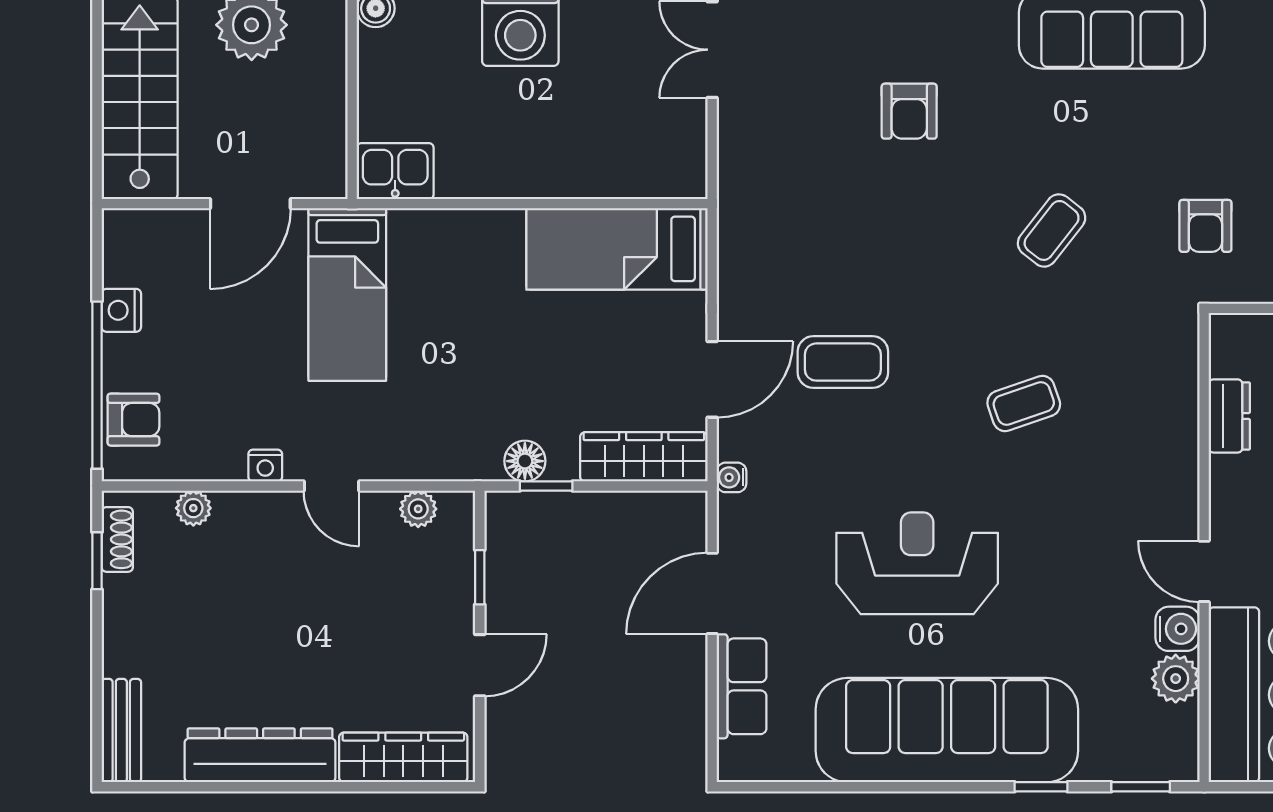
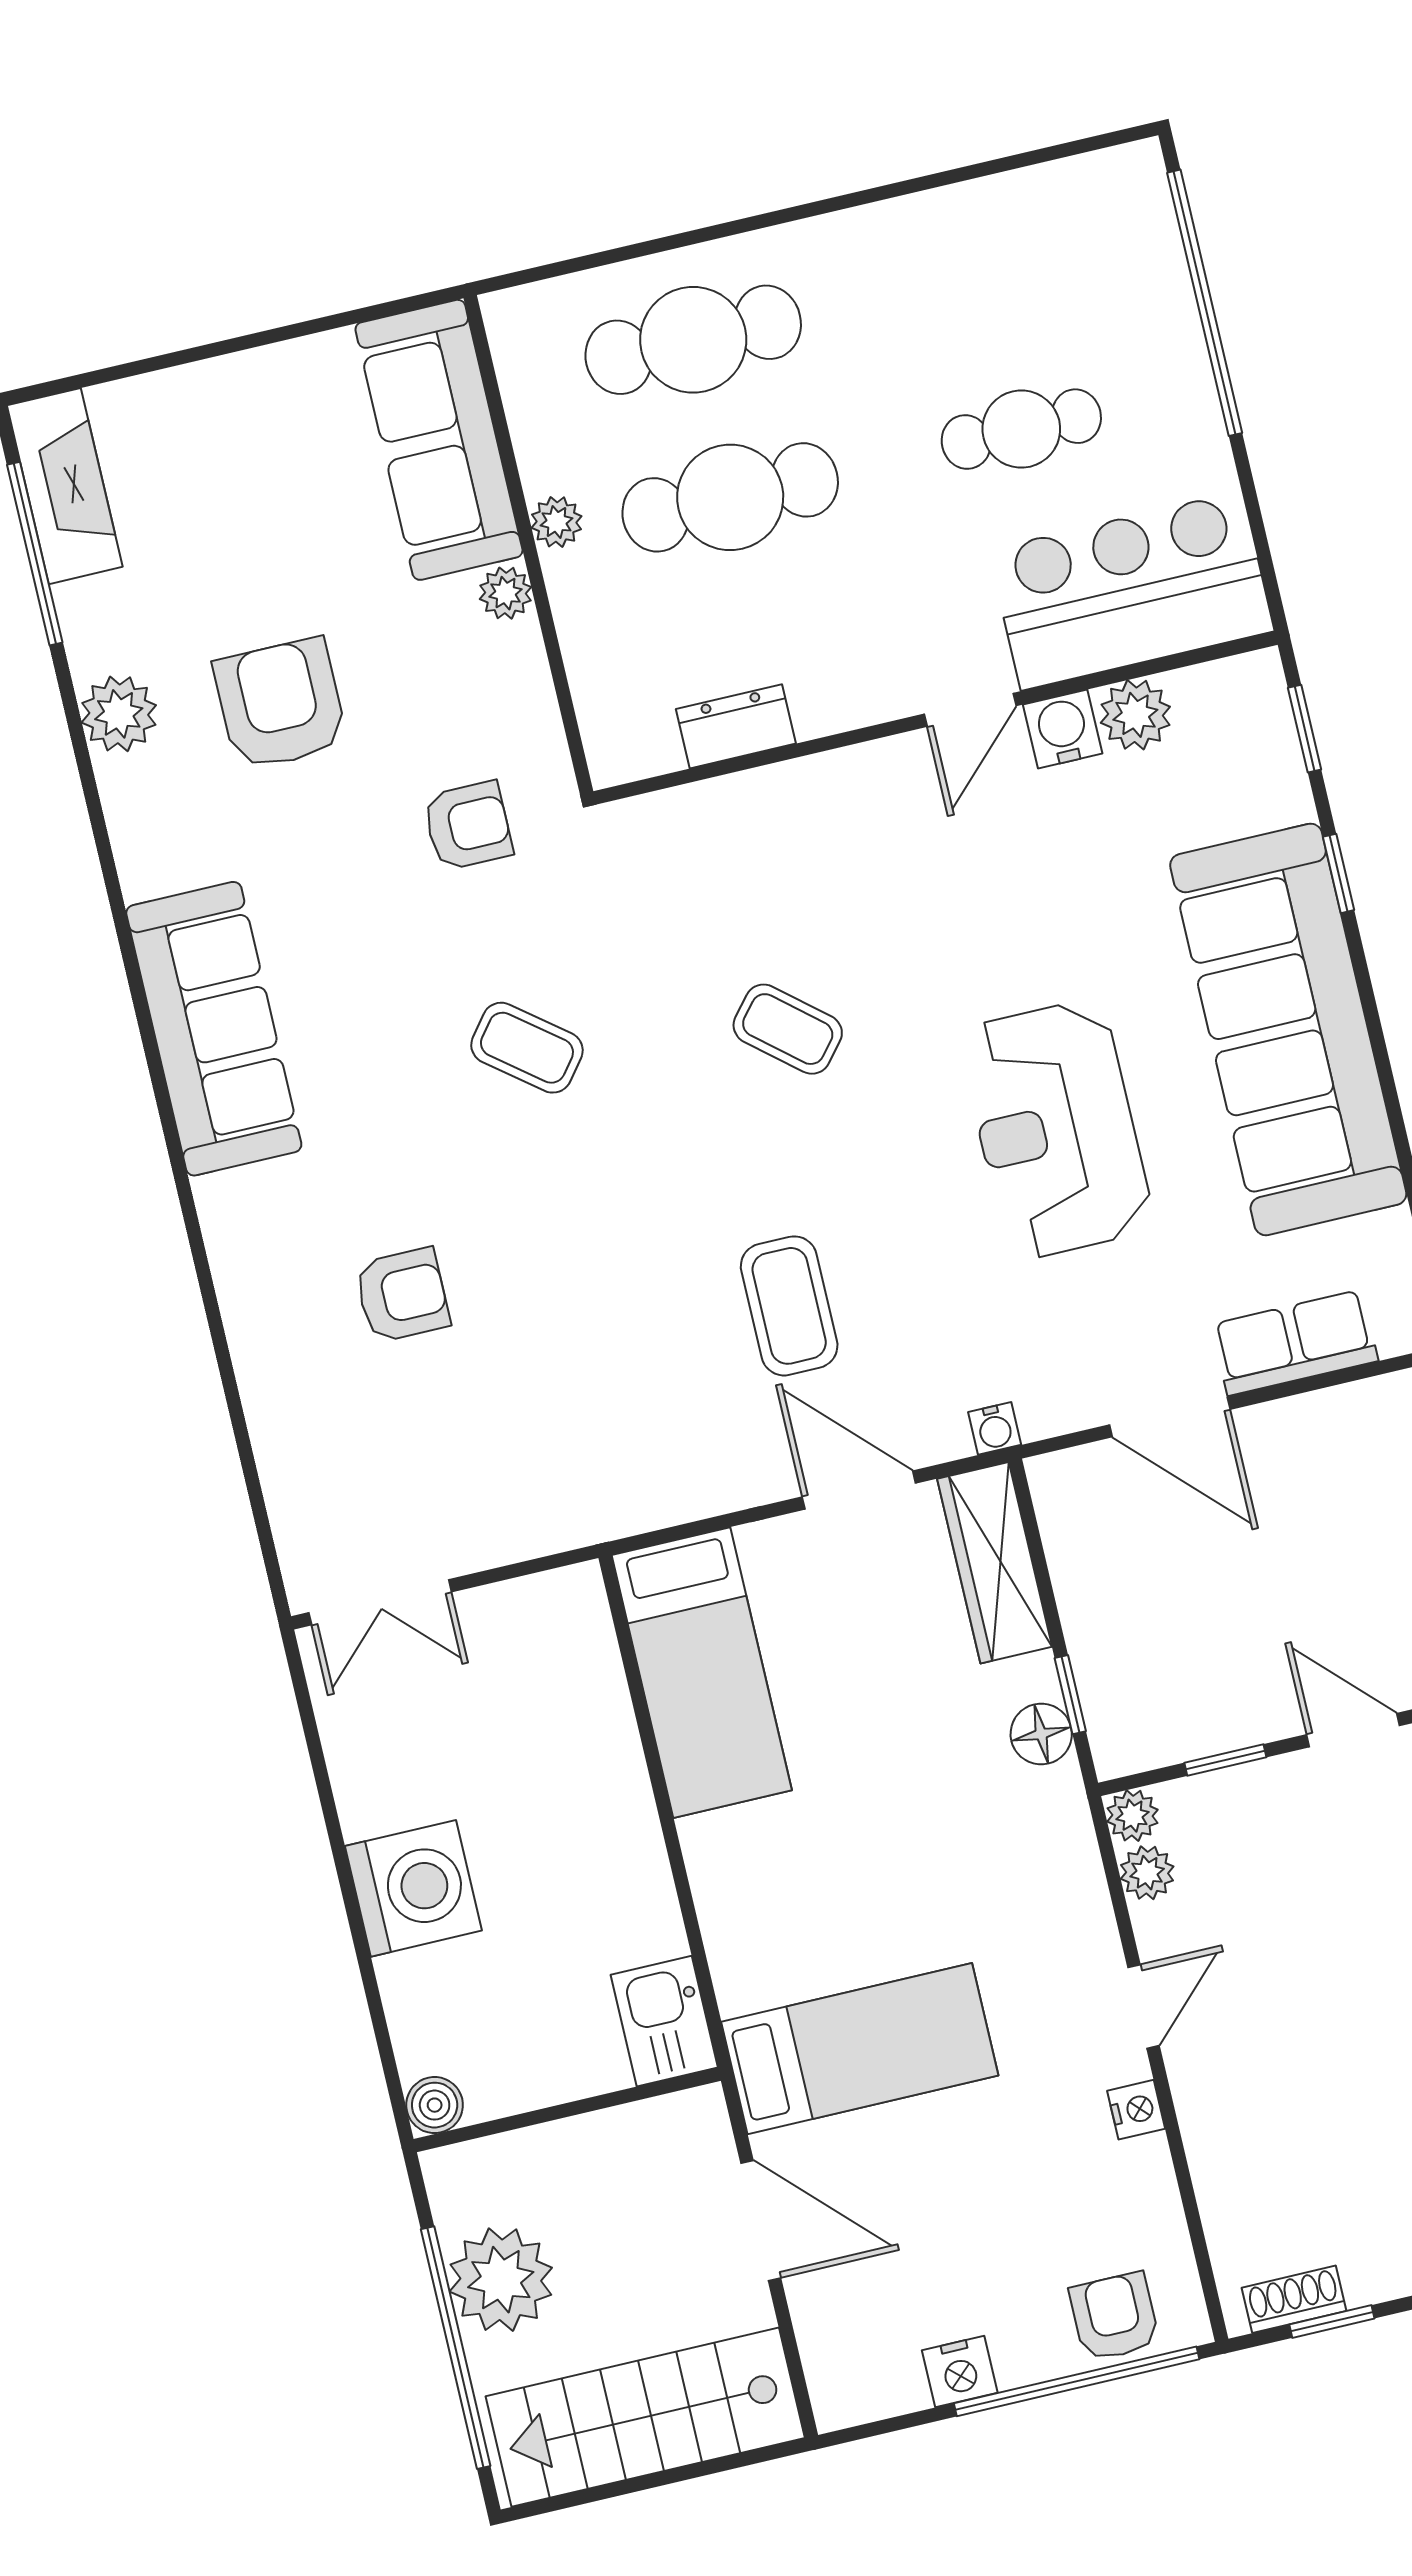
coffee table: (1024, 403) -> (788, 1029), turned -31
plant: (193, 508) -> (1133, 1816), moved

